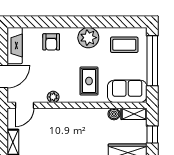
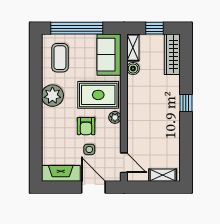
armchair: (51, 42) -> (86, 126), moved, turned 90
side table: (37, 73) -> (89, 149), added
rug: (89, 81) -> (98, 95), width x1.36, depth x1.43
plant: (53, 97) -> (115, 117), moved

